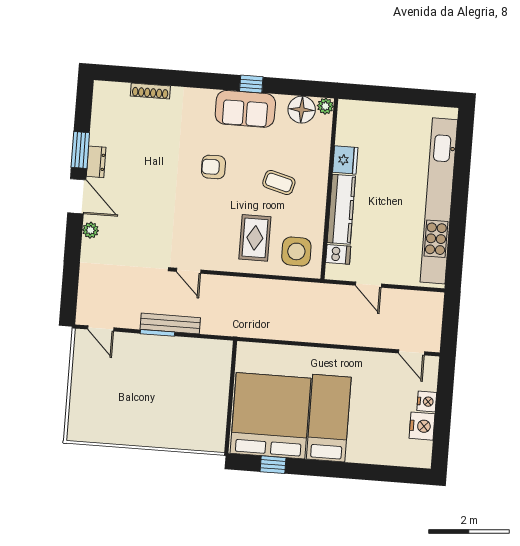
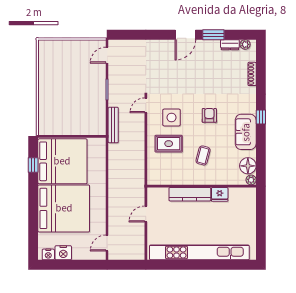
window: (251, 84) -> (261, 117), moved
dresser: (96, 162) -> (230, 45), moved
plant: (90, 230) -> (245, 44), moved
side table: (296, 251) -> (171, 117), moved
dishwasher: (338, 254) -> (163, 194), removed
bench: (170, 324) -> (113, 125), moved
nightstand: (427, 402) -> (48, 254), moved
bed: (329, 418) -> (64, 208), width x2.04

